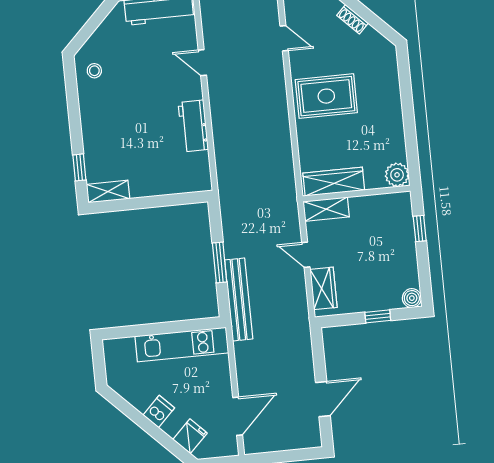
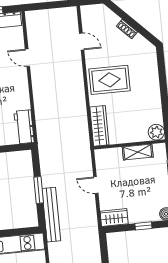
workbench: (193, 126) -> (24, 127), moved
wardrobe: (334, 182) -> (99, 126), moved, turned 90
shelving: (326, 209) -> (138, 152), moved
wardrobe: (323, 288) -> (114, 217), moved, turned -90

